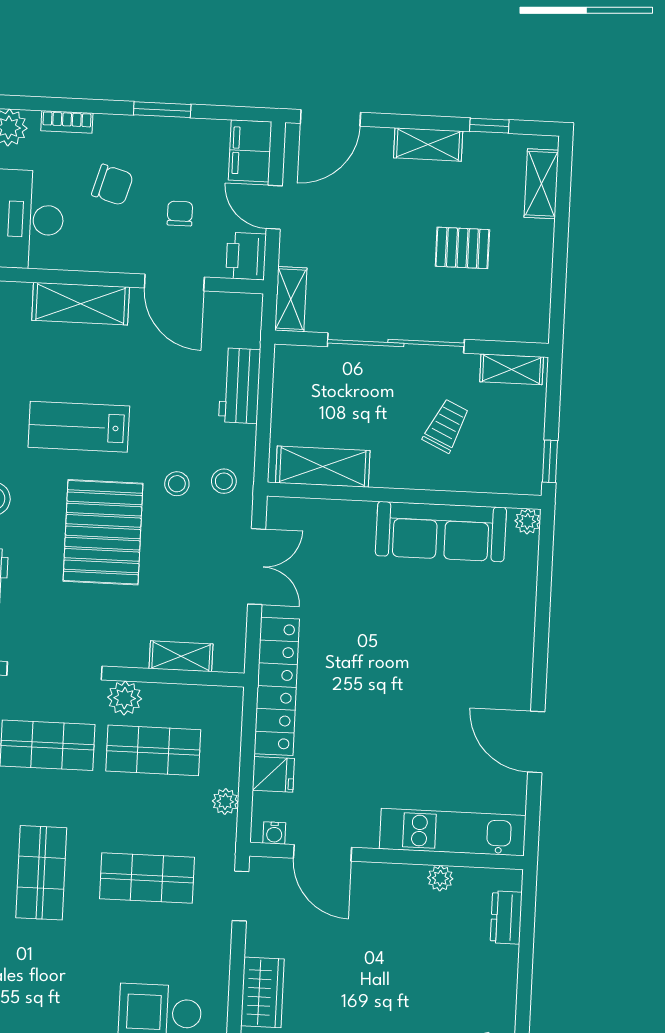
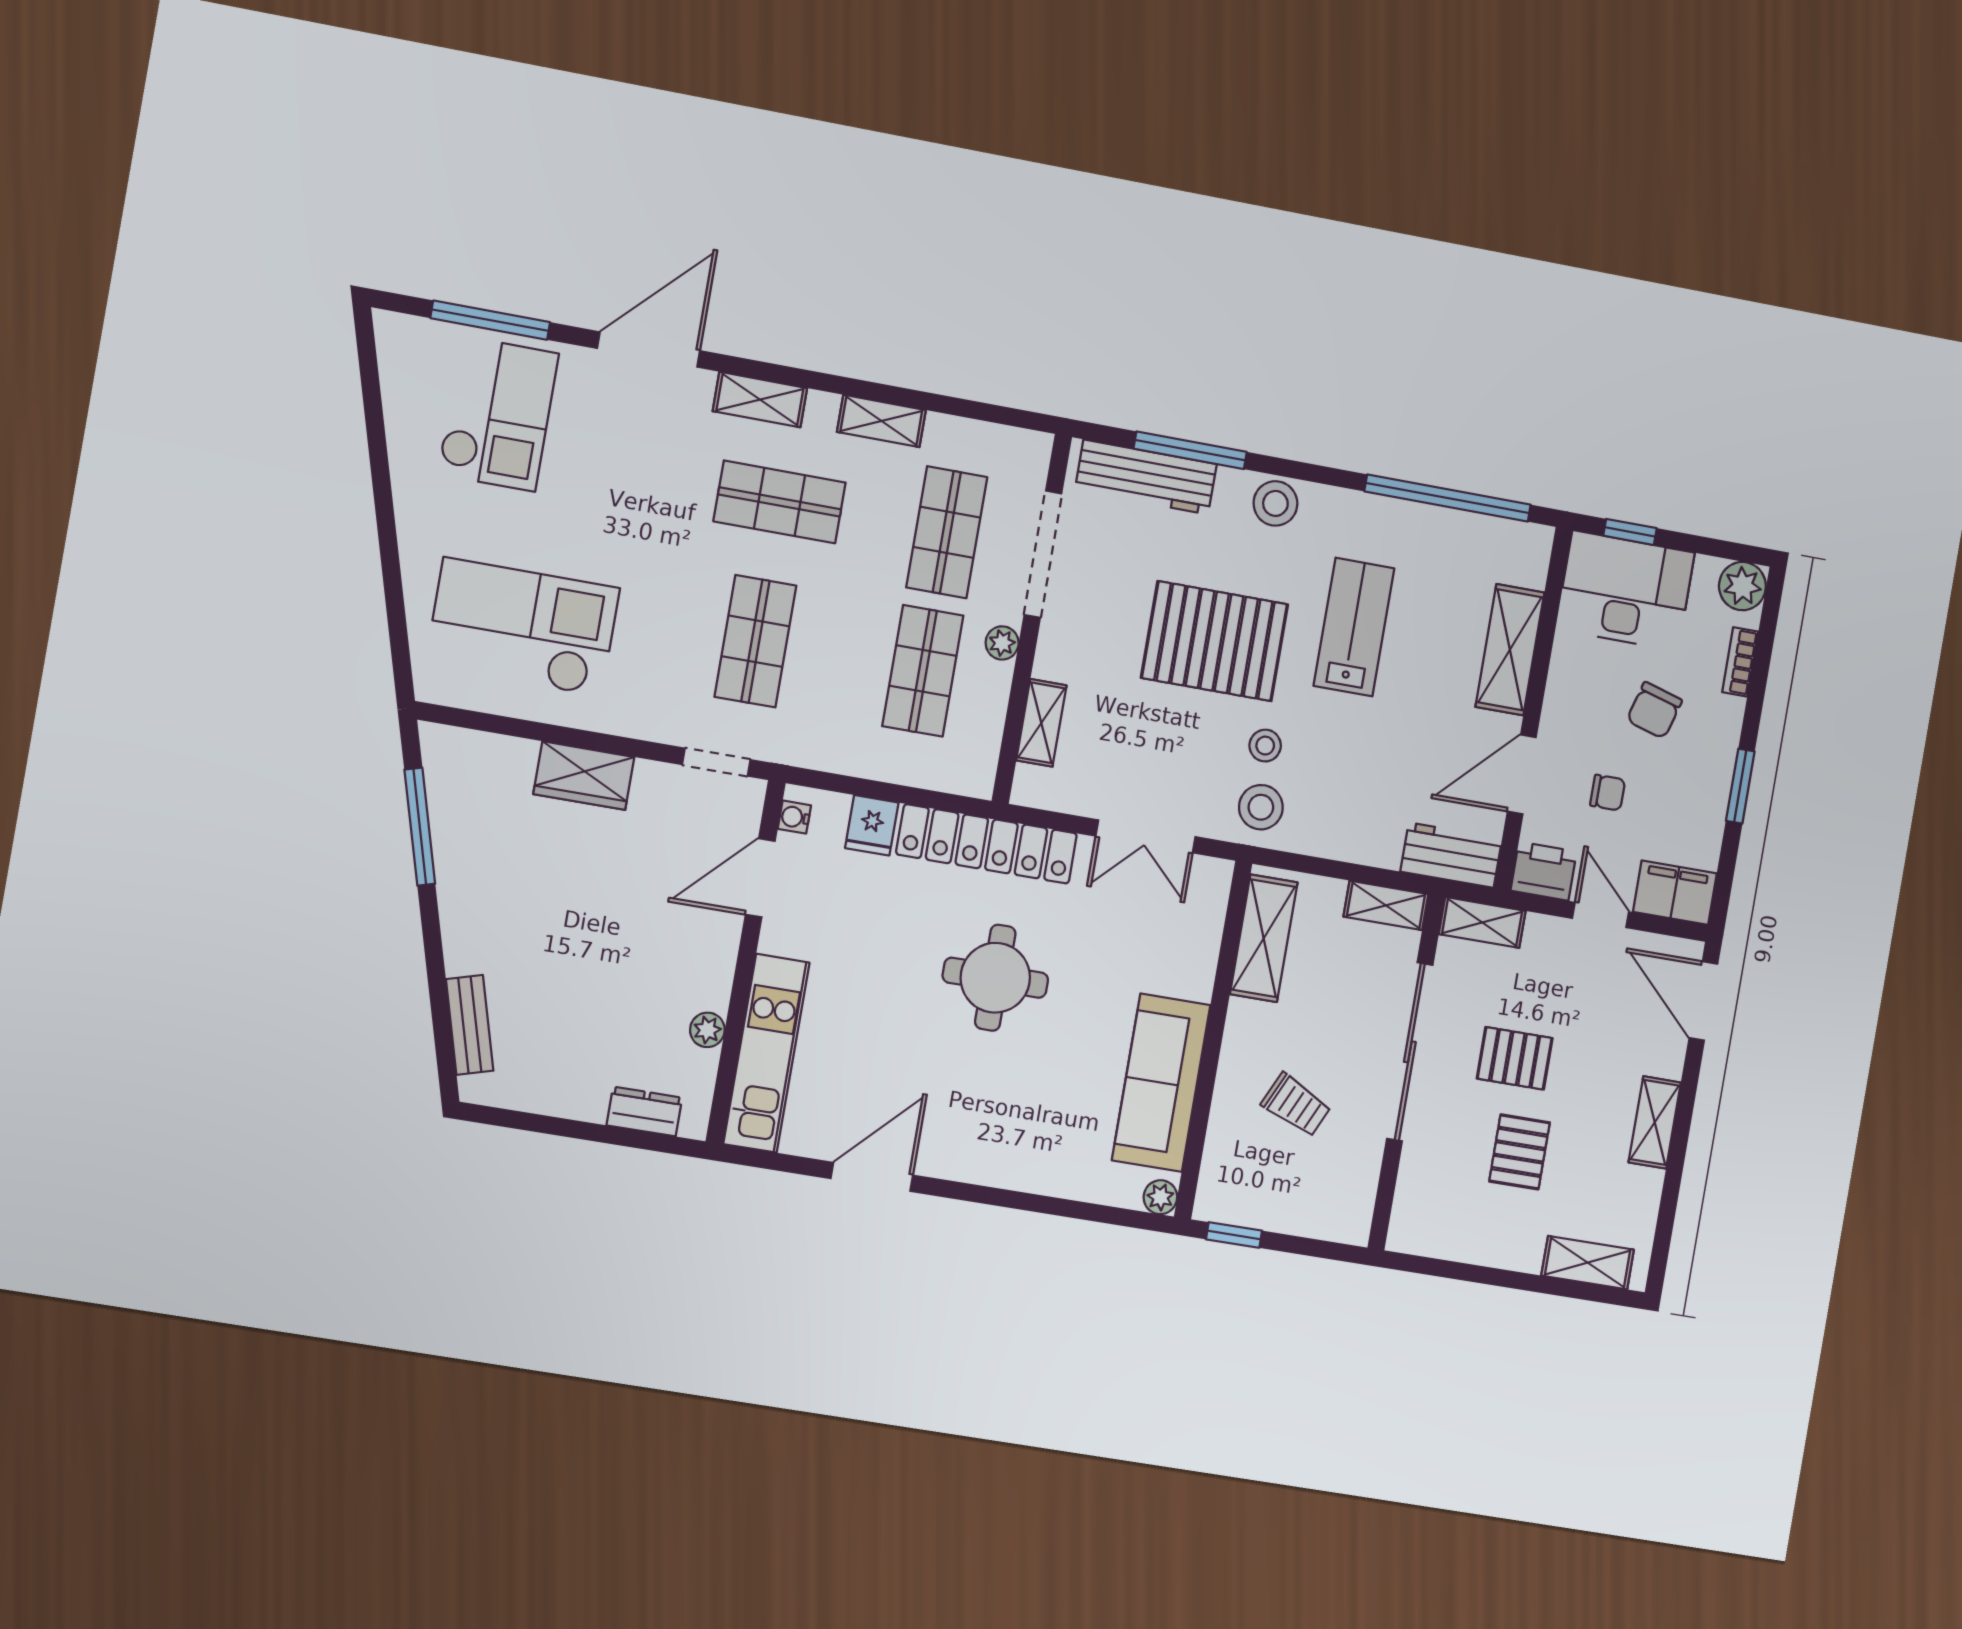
window: (489, 126) -> (1669, 1204), removed
door: (274, 207) -> (1601, 915), hinge flipped
pallet: (391, 261) -> (1515, 1058), added
shelving: (512, 369) -> (1386, 905), moved, turned 90
workbench: (240, 386) -> (1451, 855), moved
stool: (224, 481) -> (1261, 807), width x1.37, depth x1.37
round table: (376, 667) -> (995, 978), added
plant: (125, 698) -> (1002, 643), width x0.73, depth x0.73
plant: (225, 801) -> (844, 757), removed

